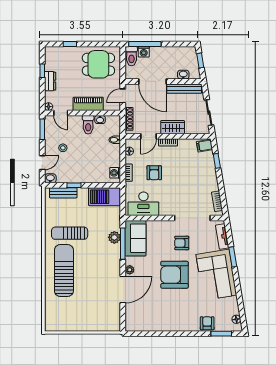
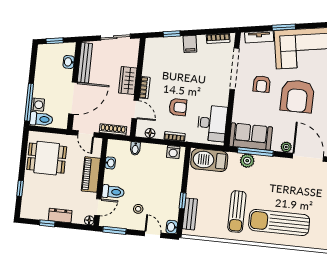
dining table: (98, 64) -> (47, 158), turned 90
toilet: (88, 125) -> (113, 192), moved
filing cabinet: (205, 146) -> (190, 44), moved
barbecue: (104, 197) -> (209, 160), moved, turned 90

